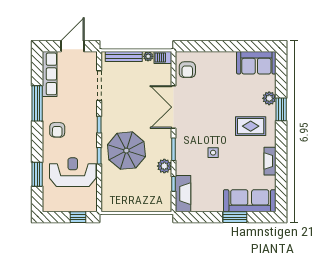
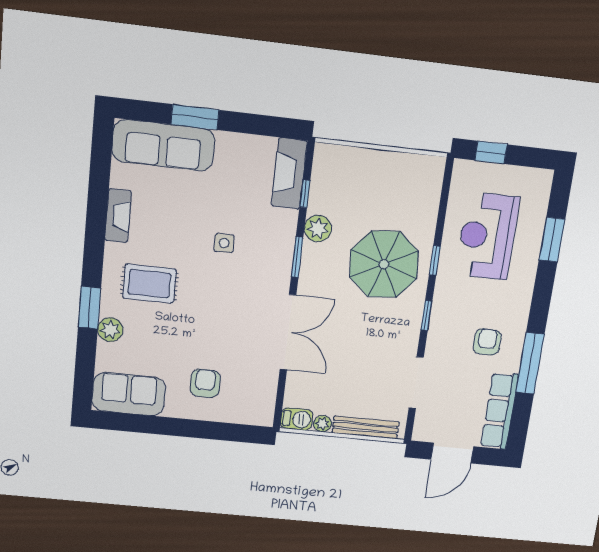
armchair: (187, 70) -> (205, 383), moved
armchair: (57, 130) -> (487, 342), moved
reception desk: (73, 172) -> (487, 236), turned 90

